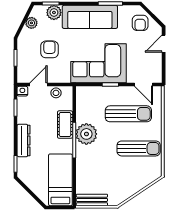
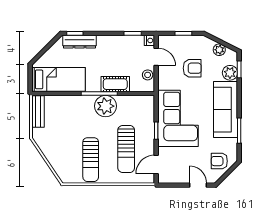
dresser: (24, 141) -> (79, 42), moved

